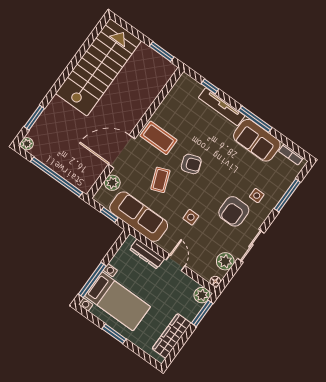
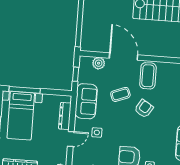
armchair: (191, 164) -> (144, 109), turned -128
sofa: (139, 217) -> (86, 101), width x0.73
side table: (191, 217) -> (97, 132), moved

